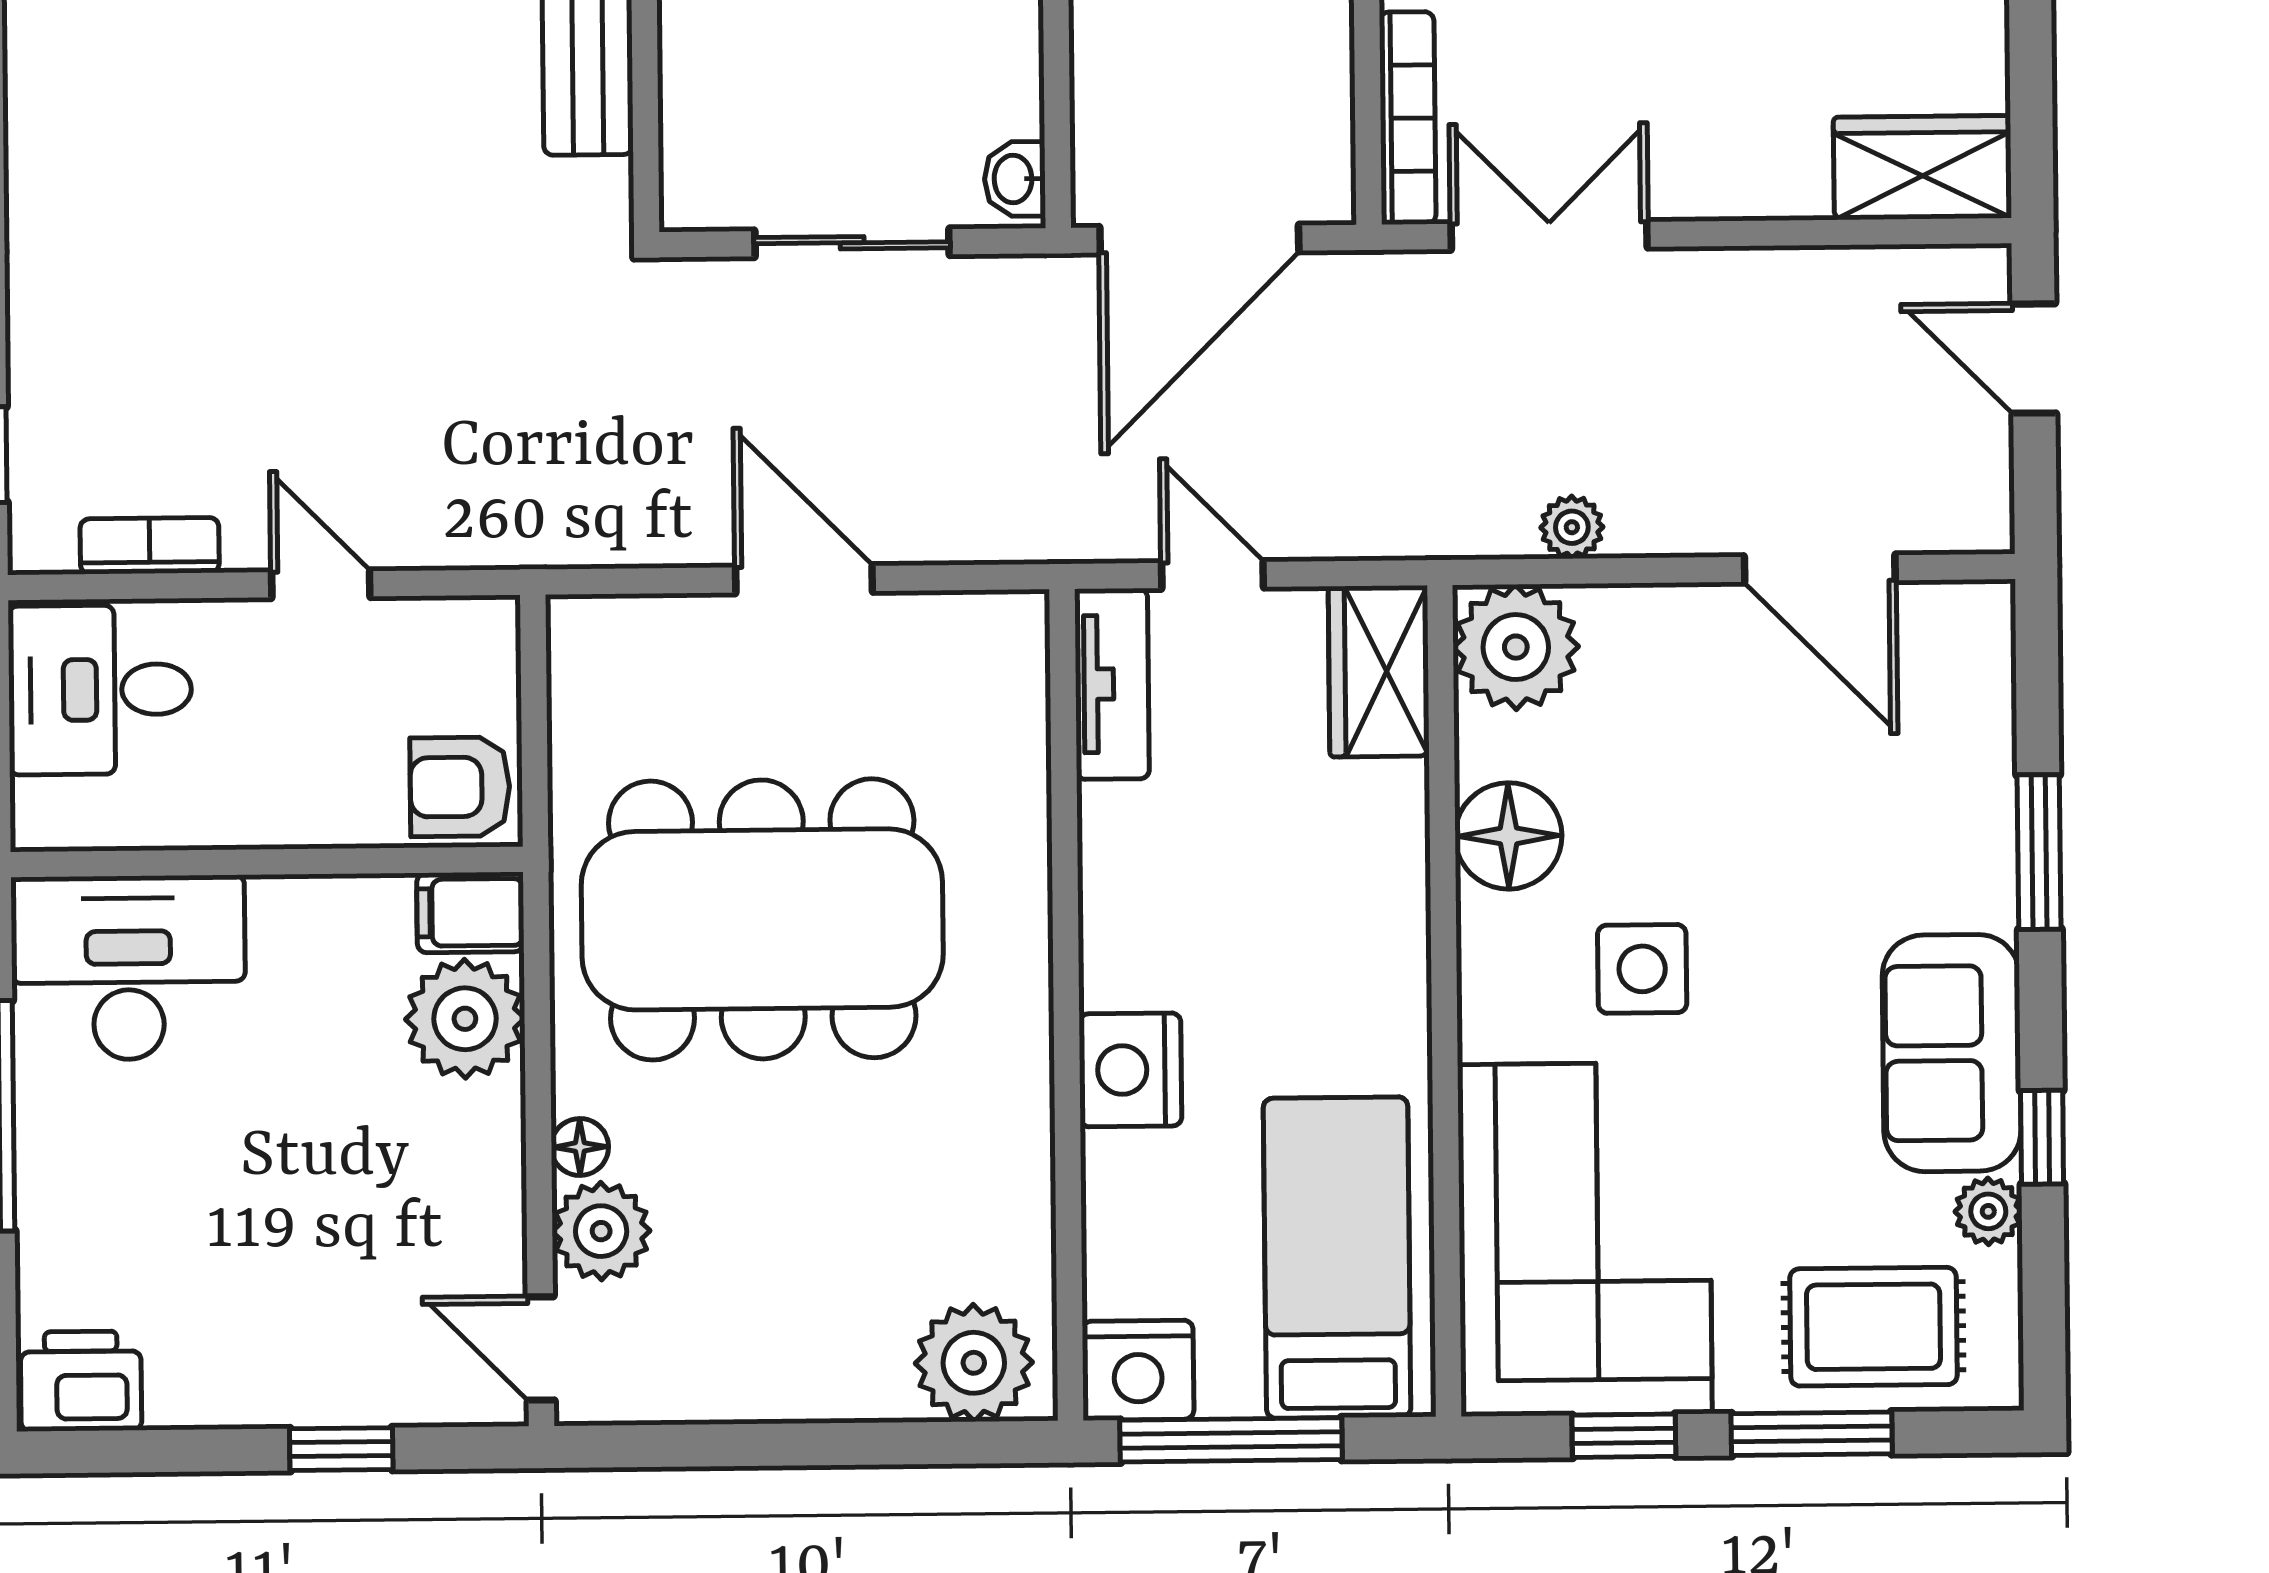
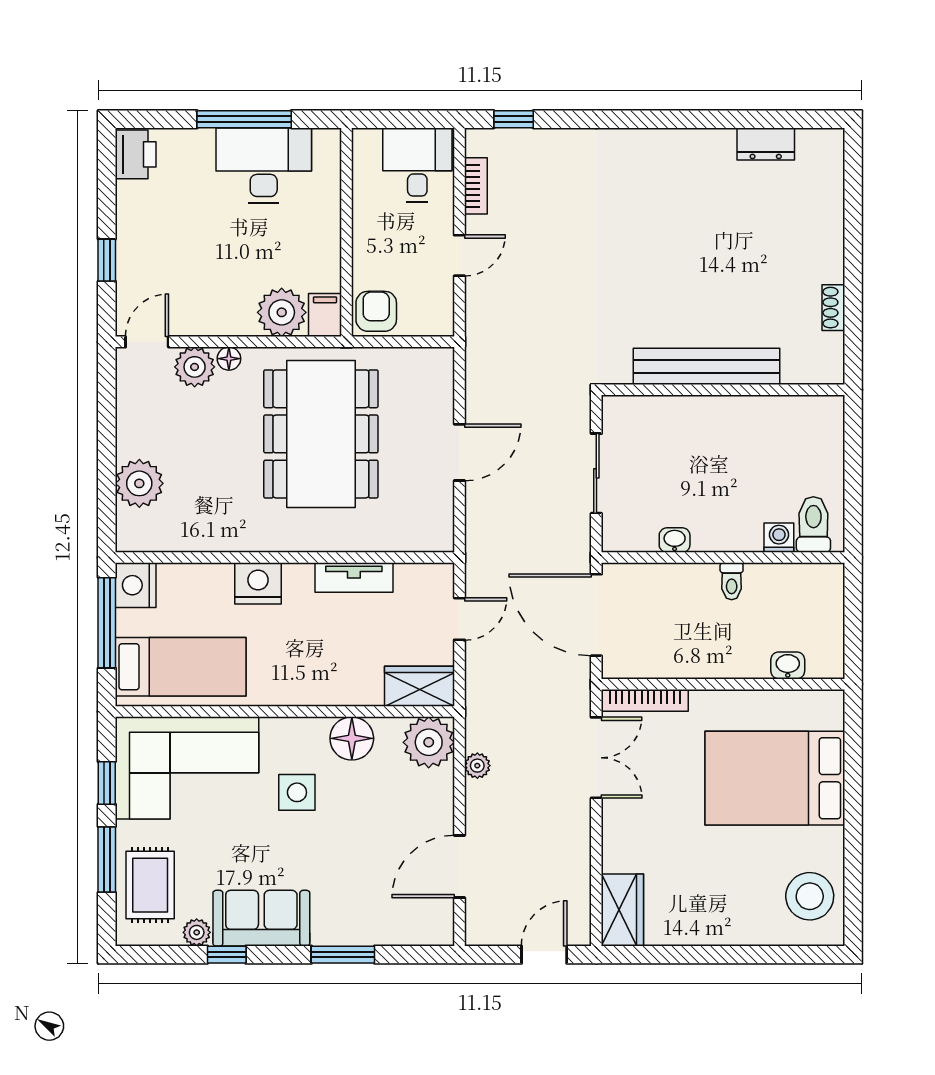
washbasin: (1015, 179) -> (675, 540), moved
tv unit: (1112, 684) -> (354, 577), moved
desk: (128, 968) -> (264, 165), moved, turned -90
plant: (974, 1363) -> (139, 483), moved

